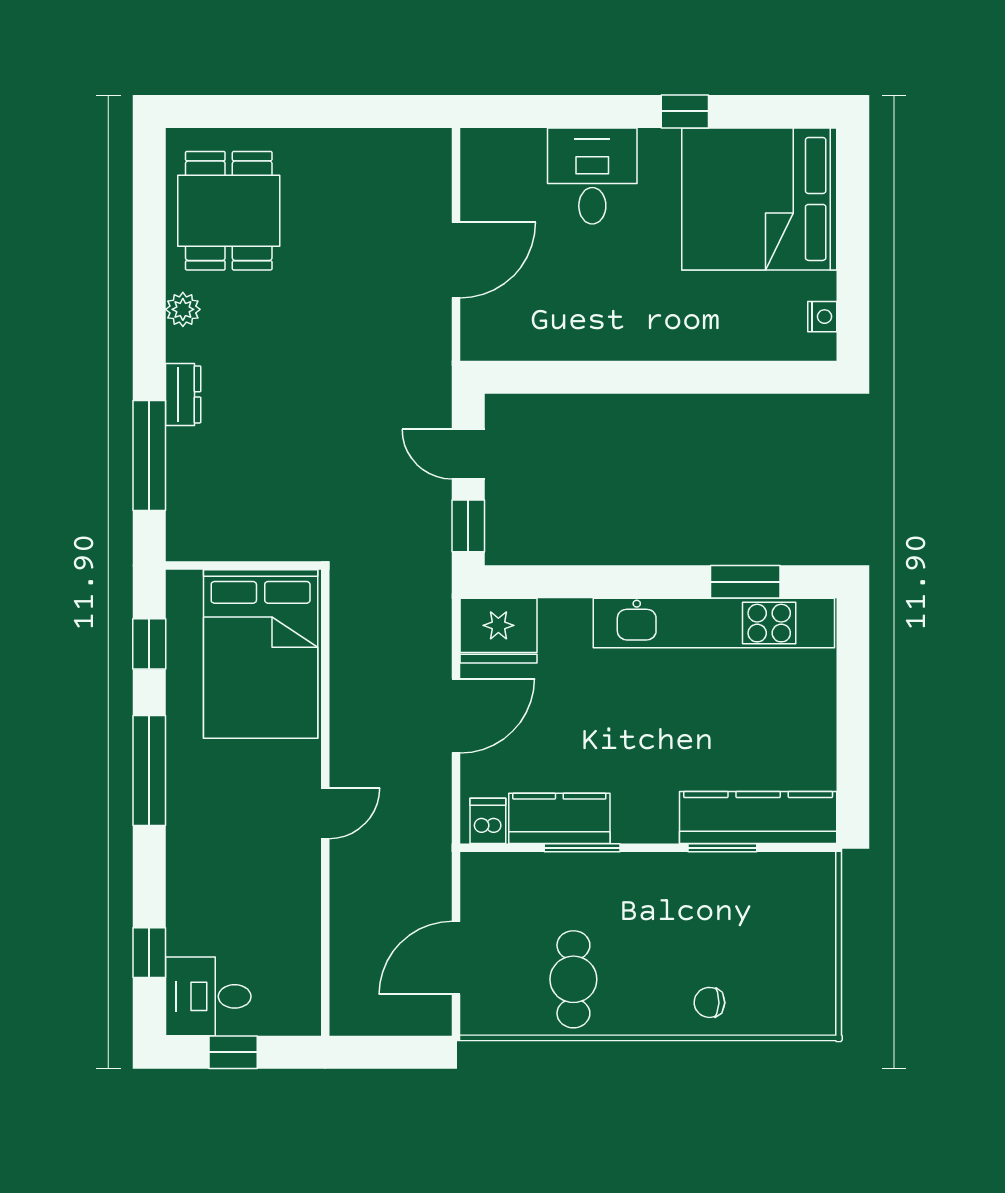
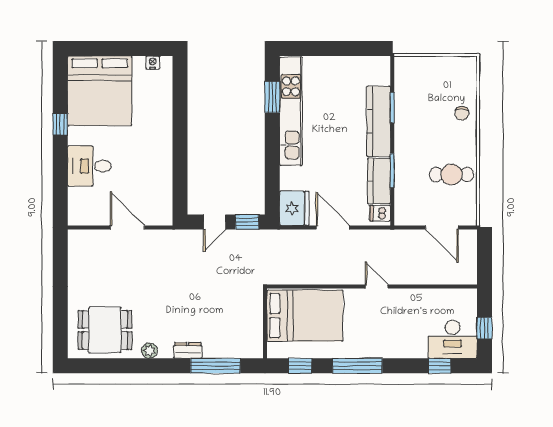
kitchen counter: (758, 817) -> (379, 121), moved
desk: (208, 996) -> (453, 339), width x1.37

